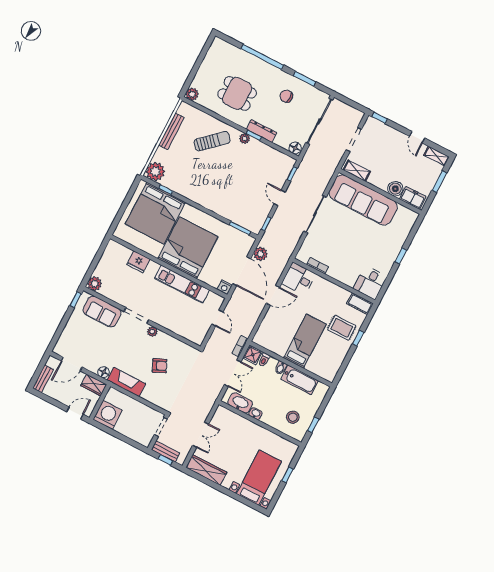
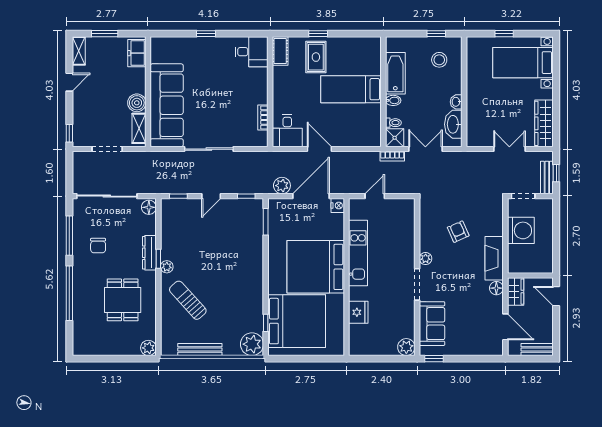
window: (305, 79) -> (69, 236), width x1.44
boiler: (395, 189) -> (137, 103), moved
washing machine: (108, 415) -> (521, 230), moved, turned 180

